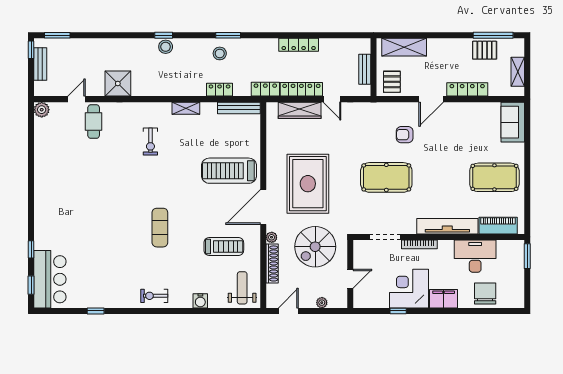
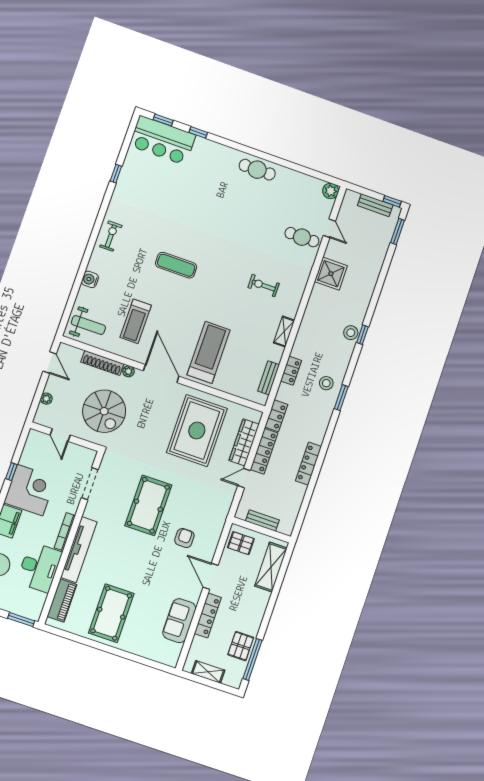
bench: (239, 108) -> (269, 378), width x0.73
sofa: (513, 122) -> (179, 621), moved, turned -90
cafe table: (46, 184) -> (257, 170), added
rug: (308, 184) -> (197, 430), moved, turned 90
bookcase: (419, 244) -> (65, 532), moved
spiral stairs: (315, 247) -> (104, 411), turned 180

